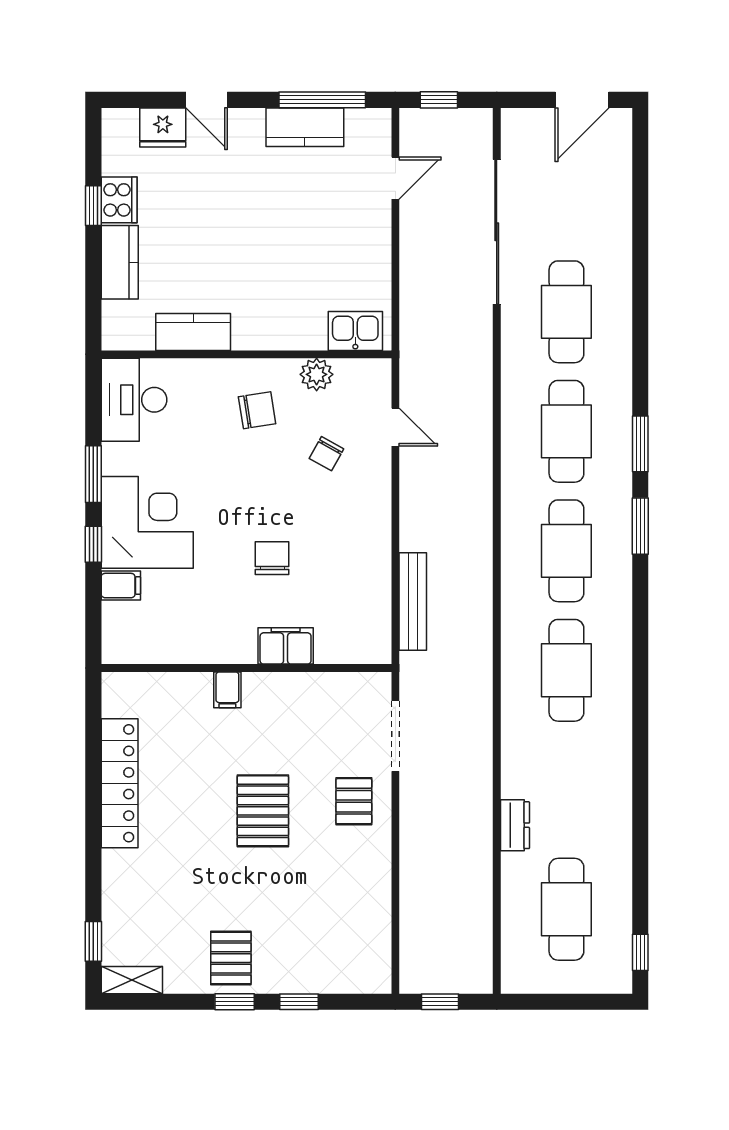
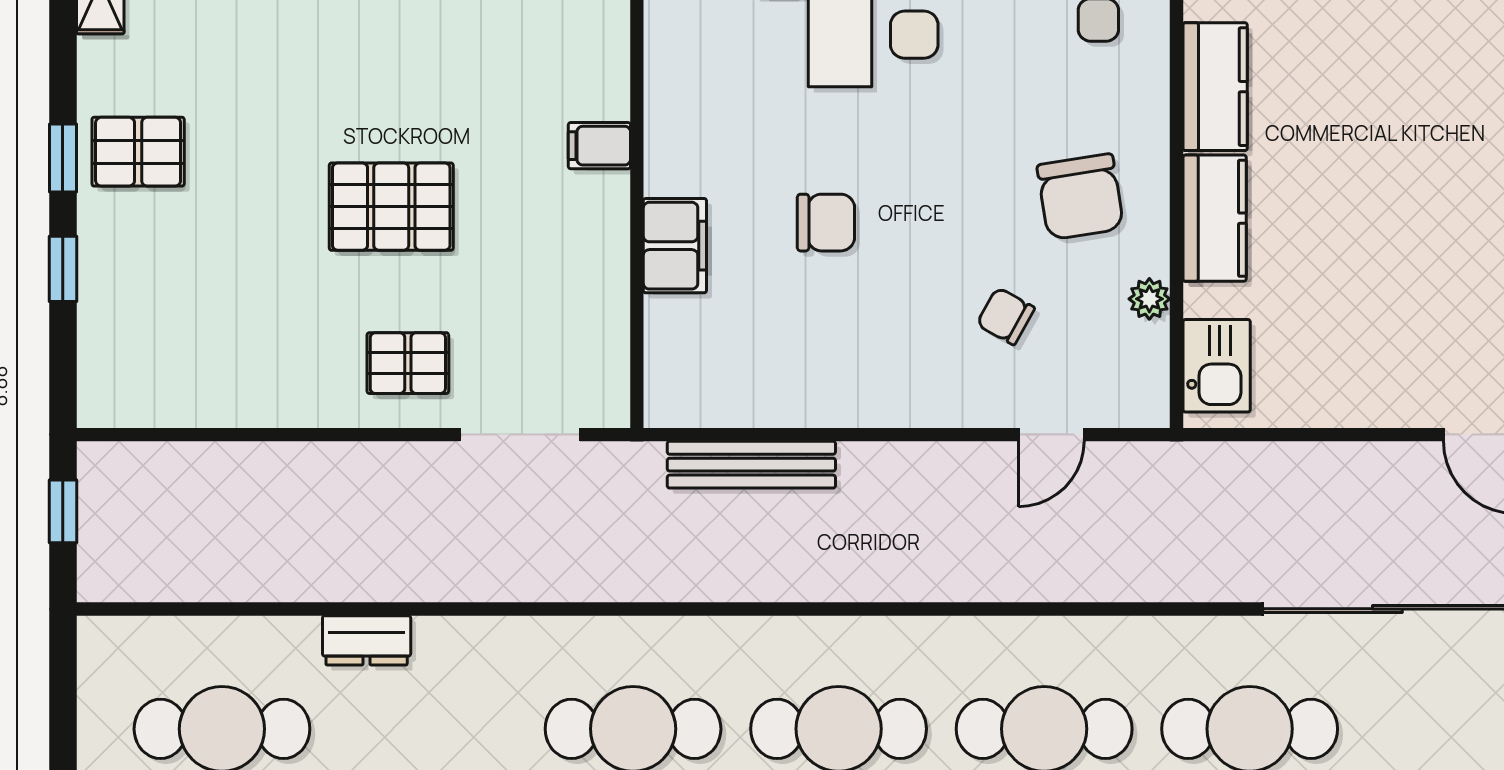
kitchen counter: (270, 332) -> (1215, 218), added
plant: (317, 374) -> (1149, 299), width x0.73, depth x0.73
chair: (257, 410) -> (1080, 197), width x1.37, depth x1.37

